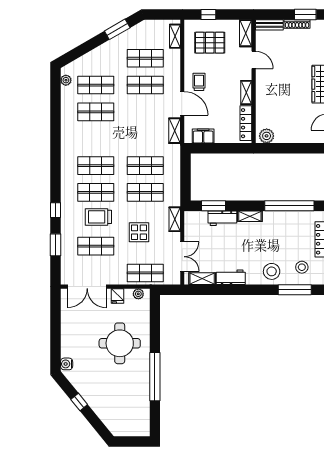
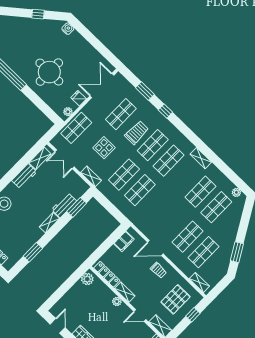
plant: (261, 92) -> (117, 301), added
shelving: (175, 131) -> (201, 158), moved
window: (289, 206) -> (33, 252), width x0.47

